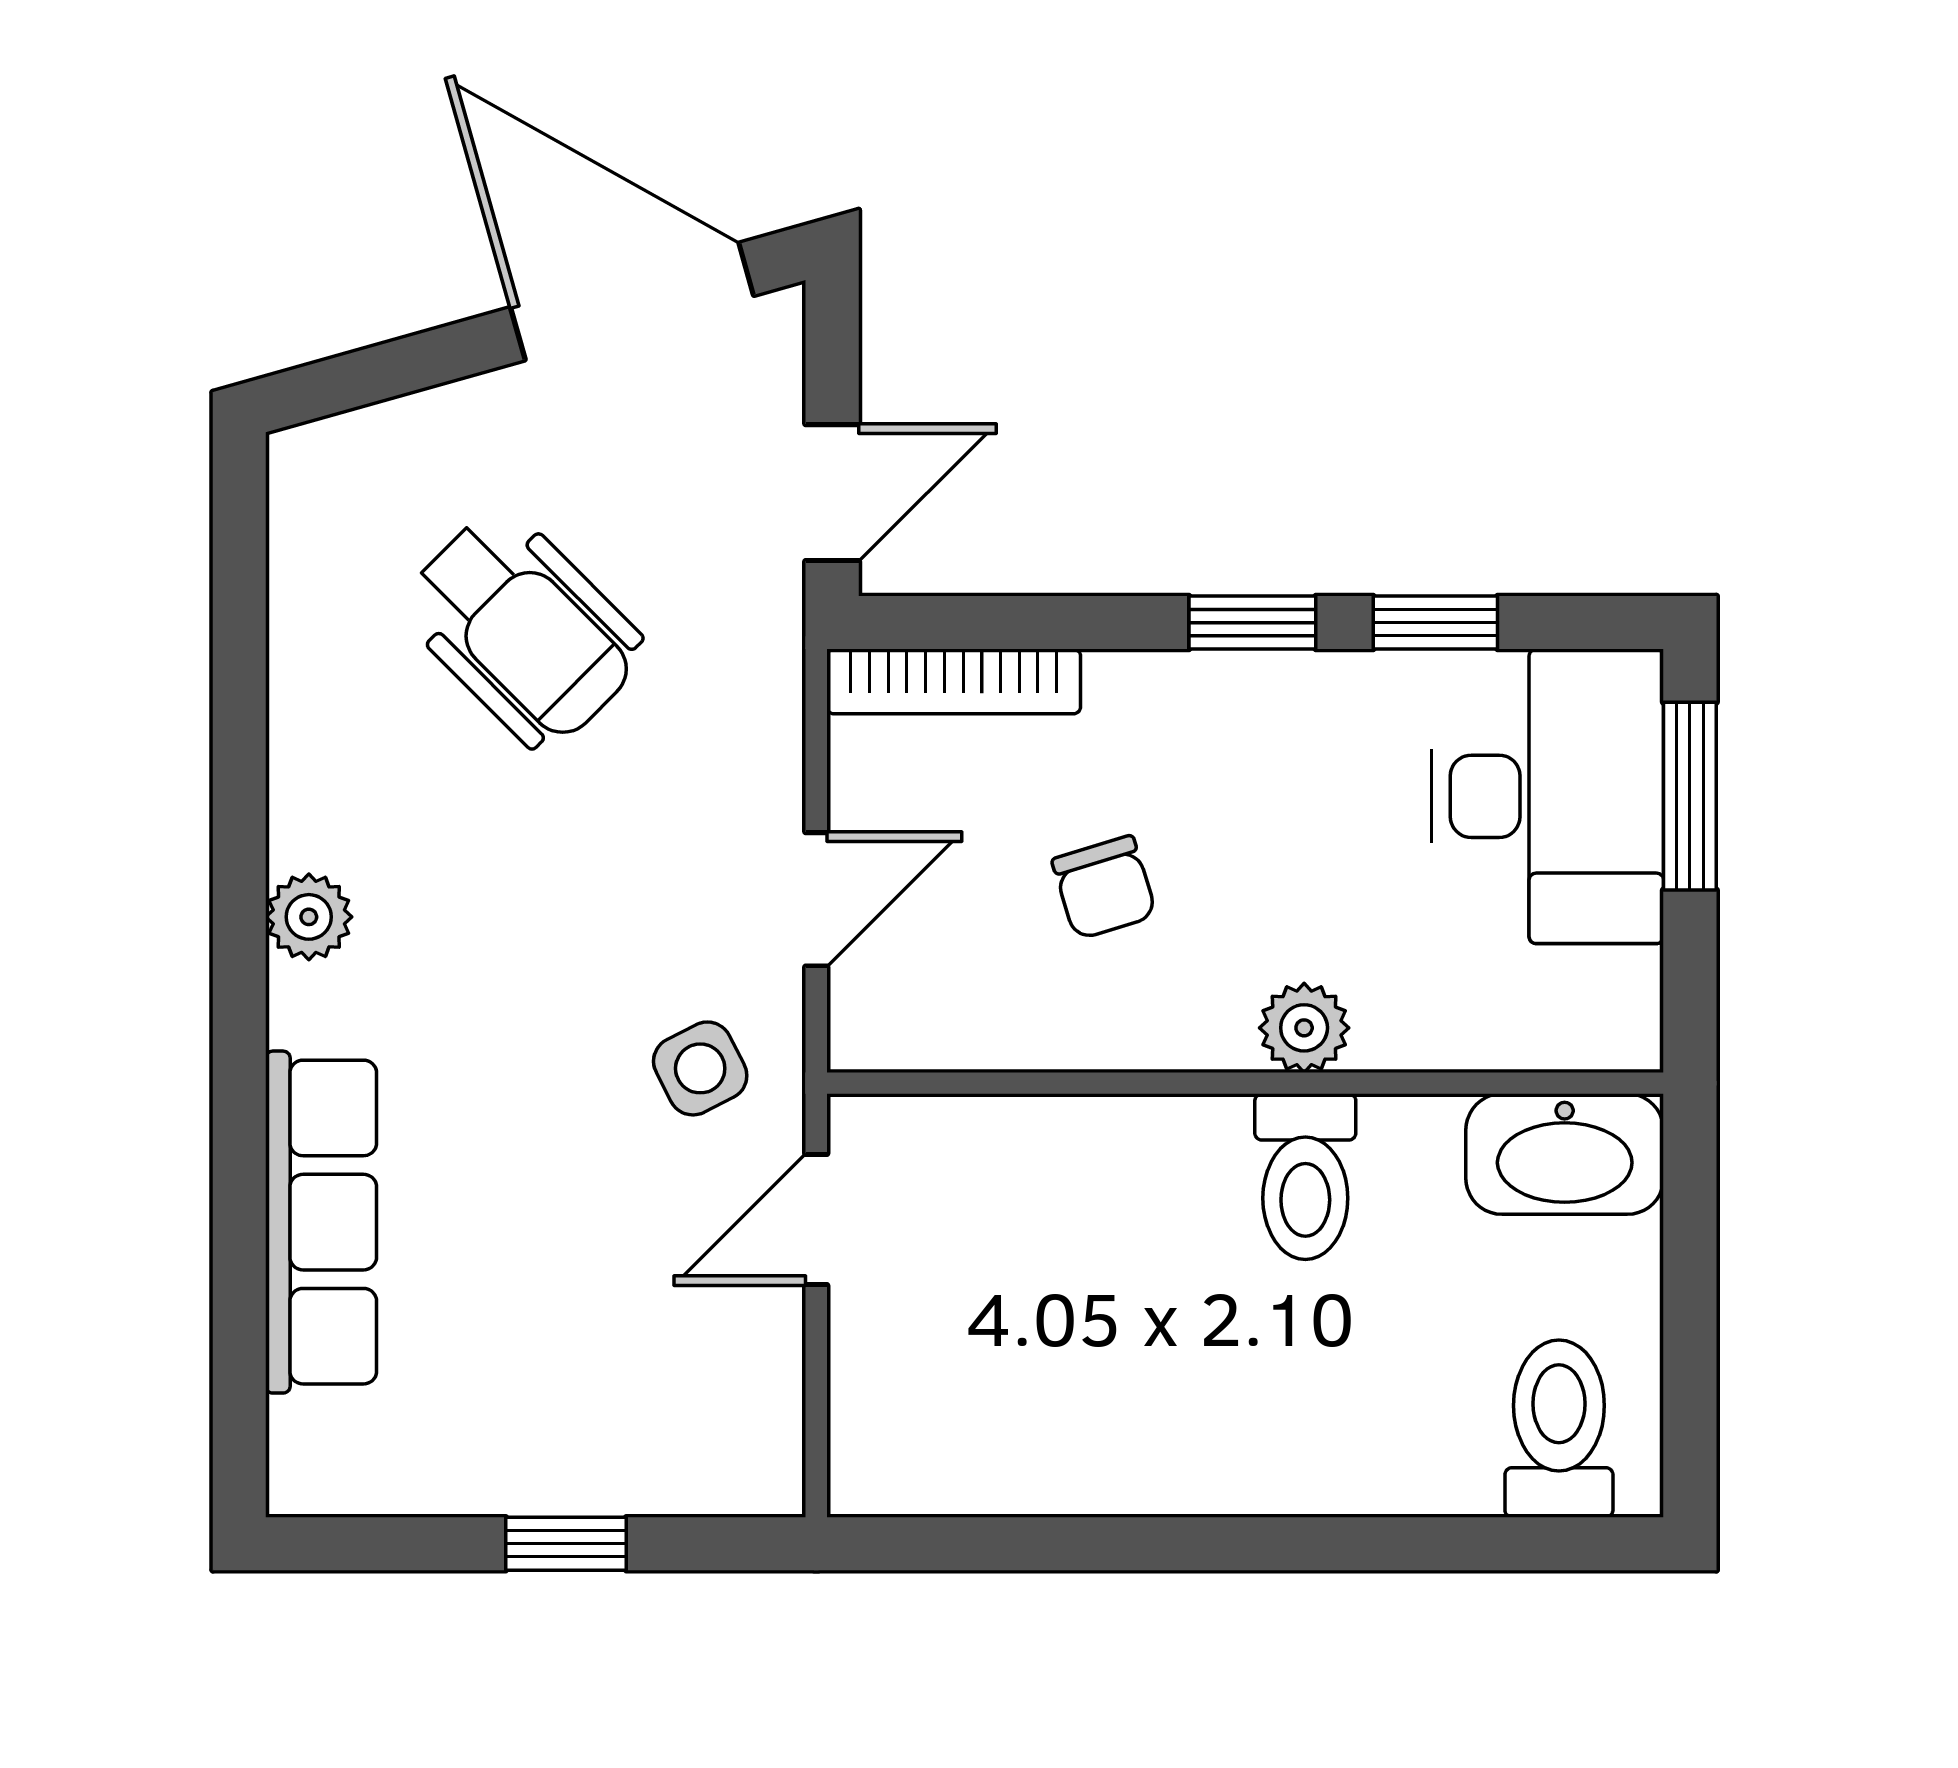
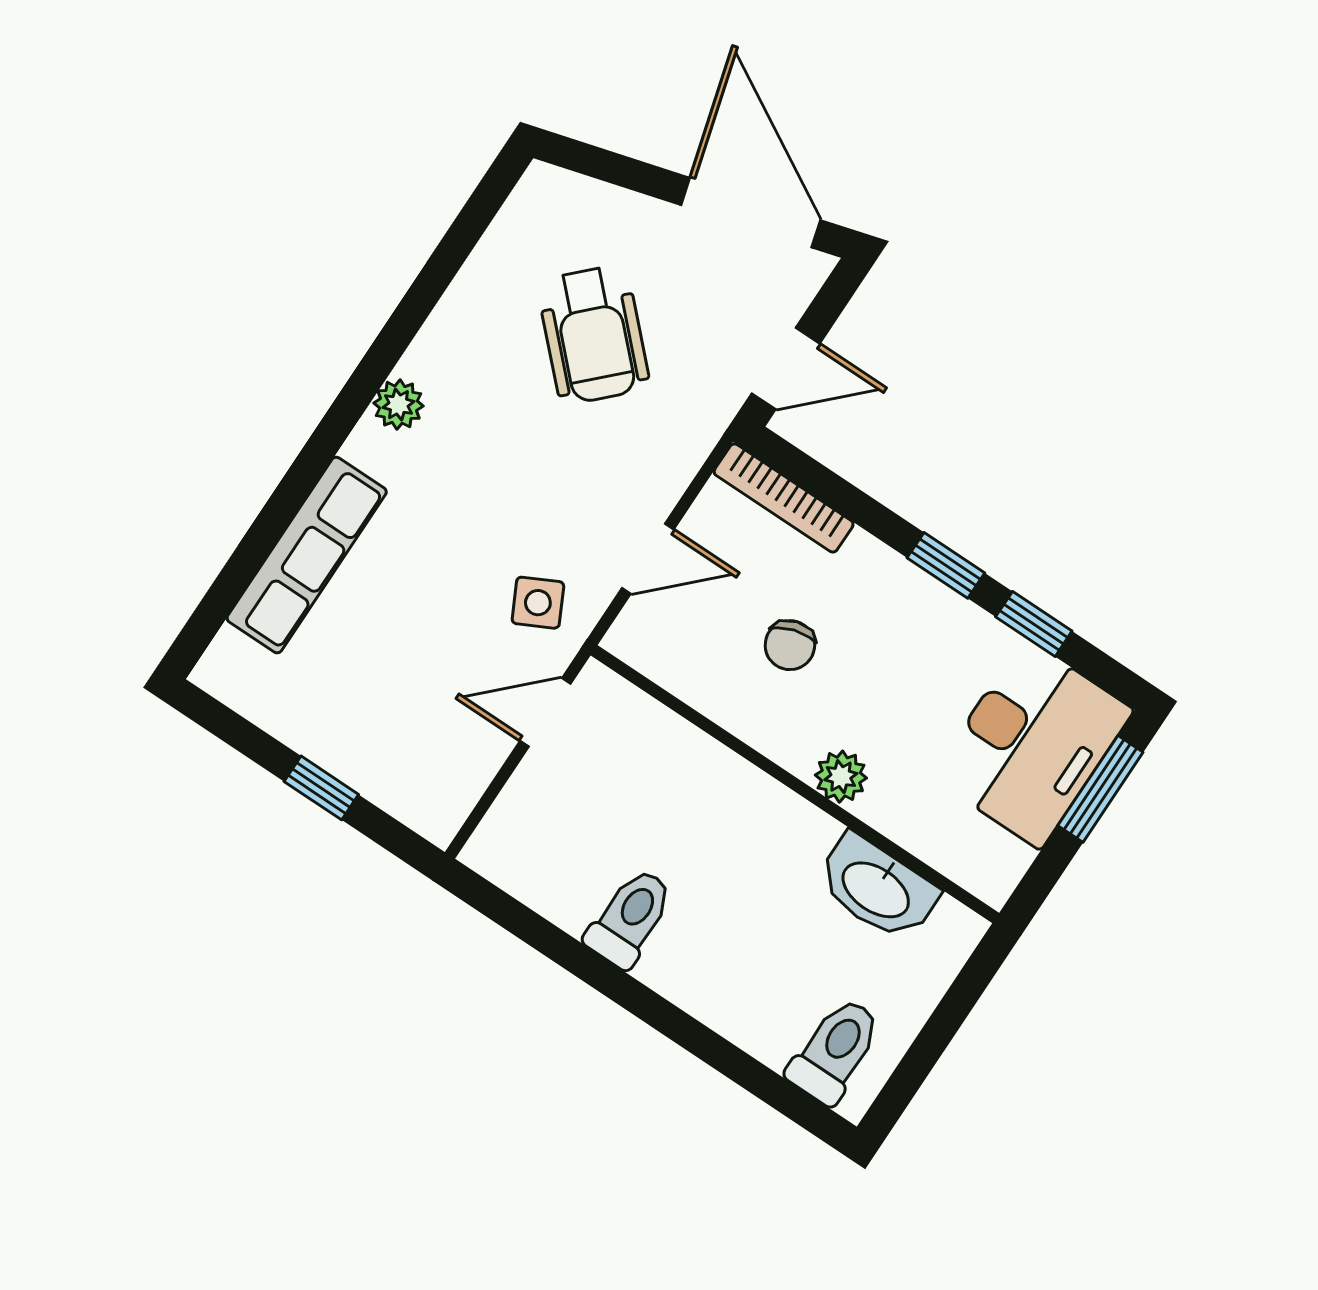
washbasin: (1565, 1154) -> (877, 888), moved
toilet: (1305, 1177) -> (630, 918), moved, turned 180

